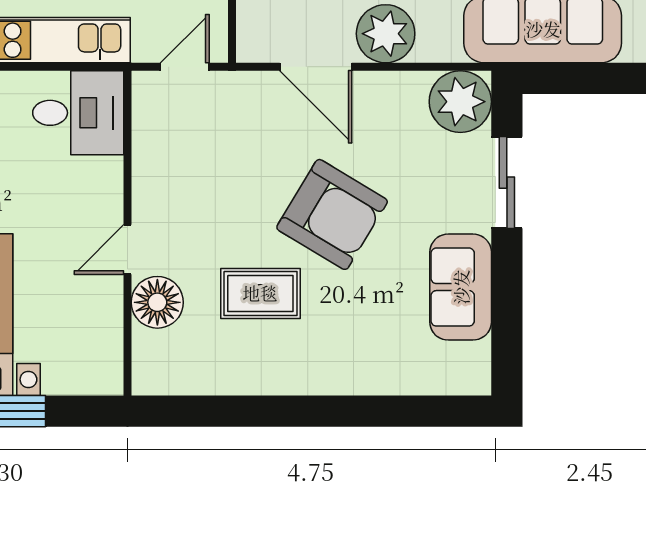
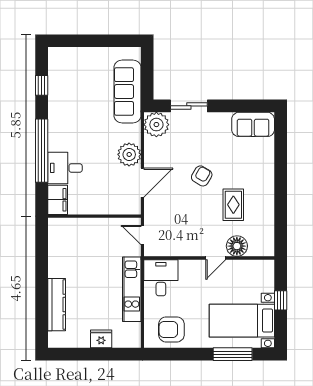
armchair: (332, 214) -> (202, 176), width x0.53, depth x0.53
door: (127, 249) -> (216, 258), hinge flipped
sofa: (461, 287) -> (253, 124), moved

